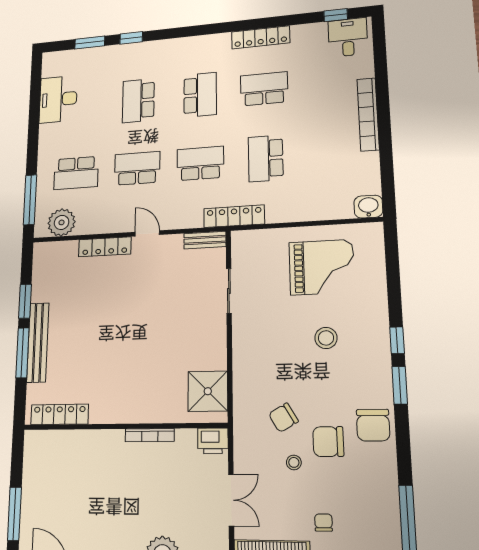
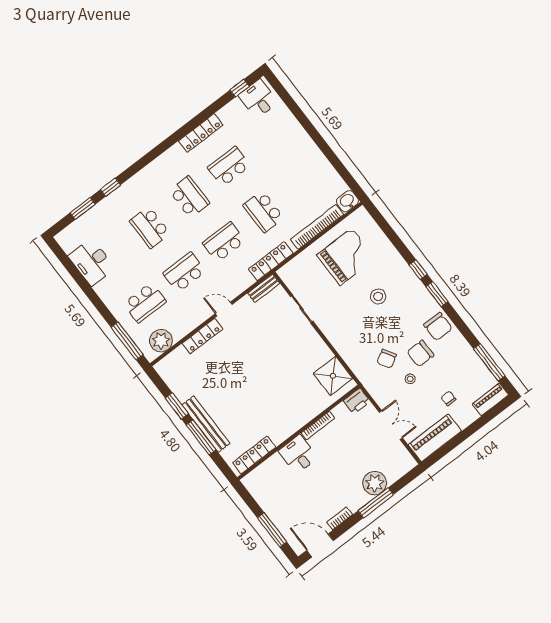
bookcase: (368, 114) -> (317, 227), moved, turned 90
desk: (105, 451) -> (298, 454), added

